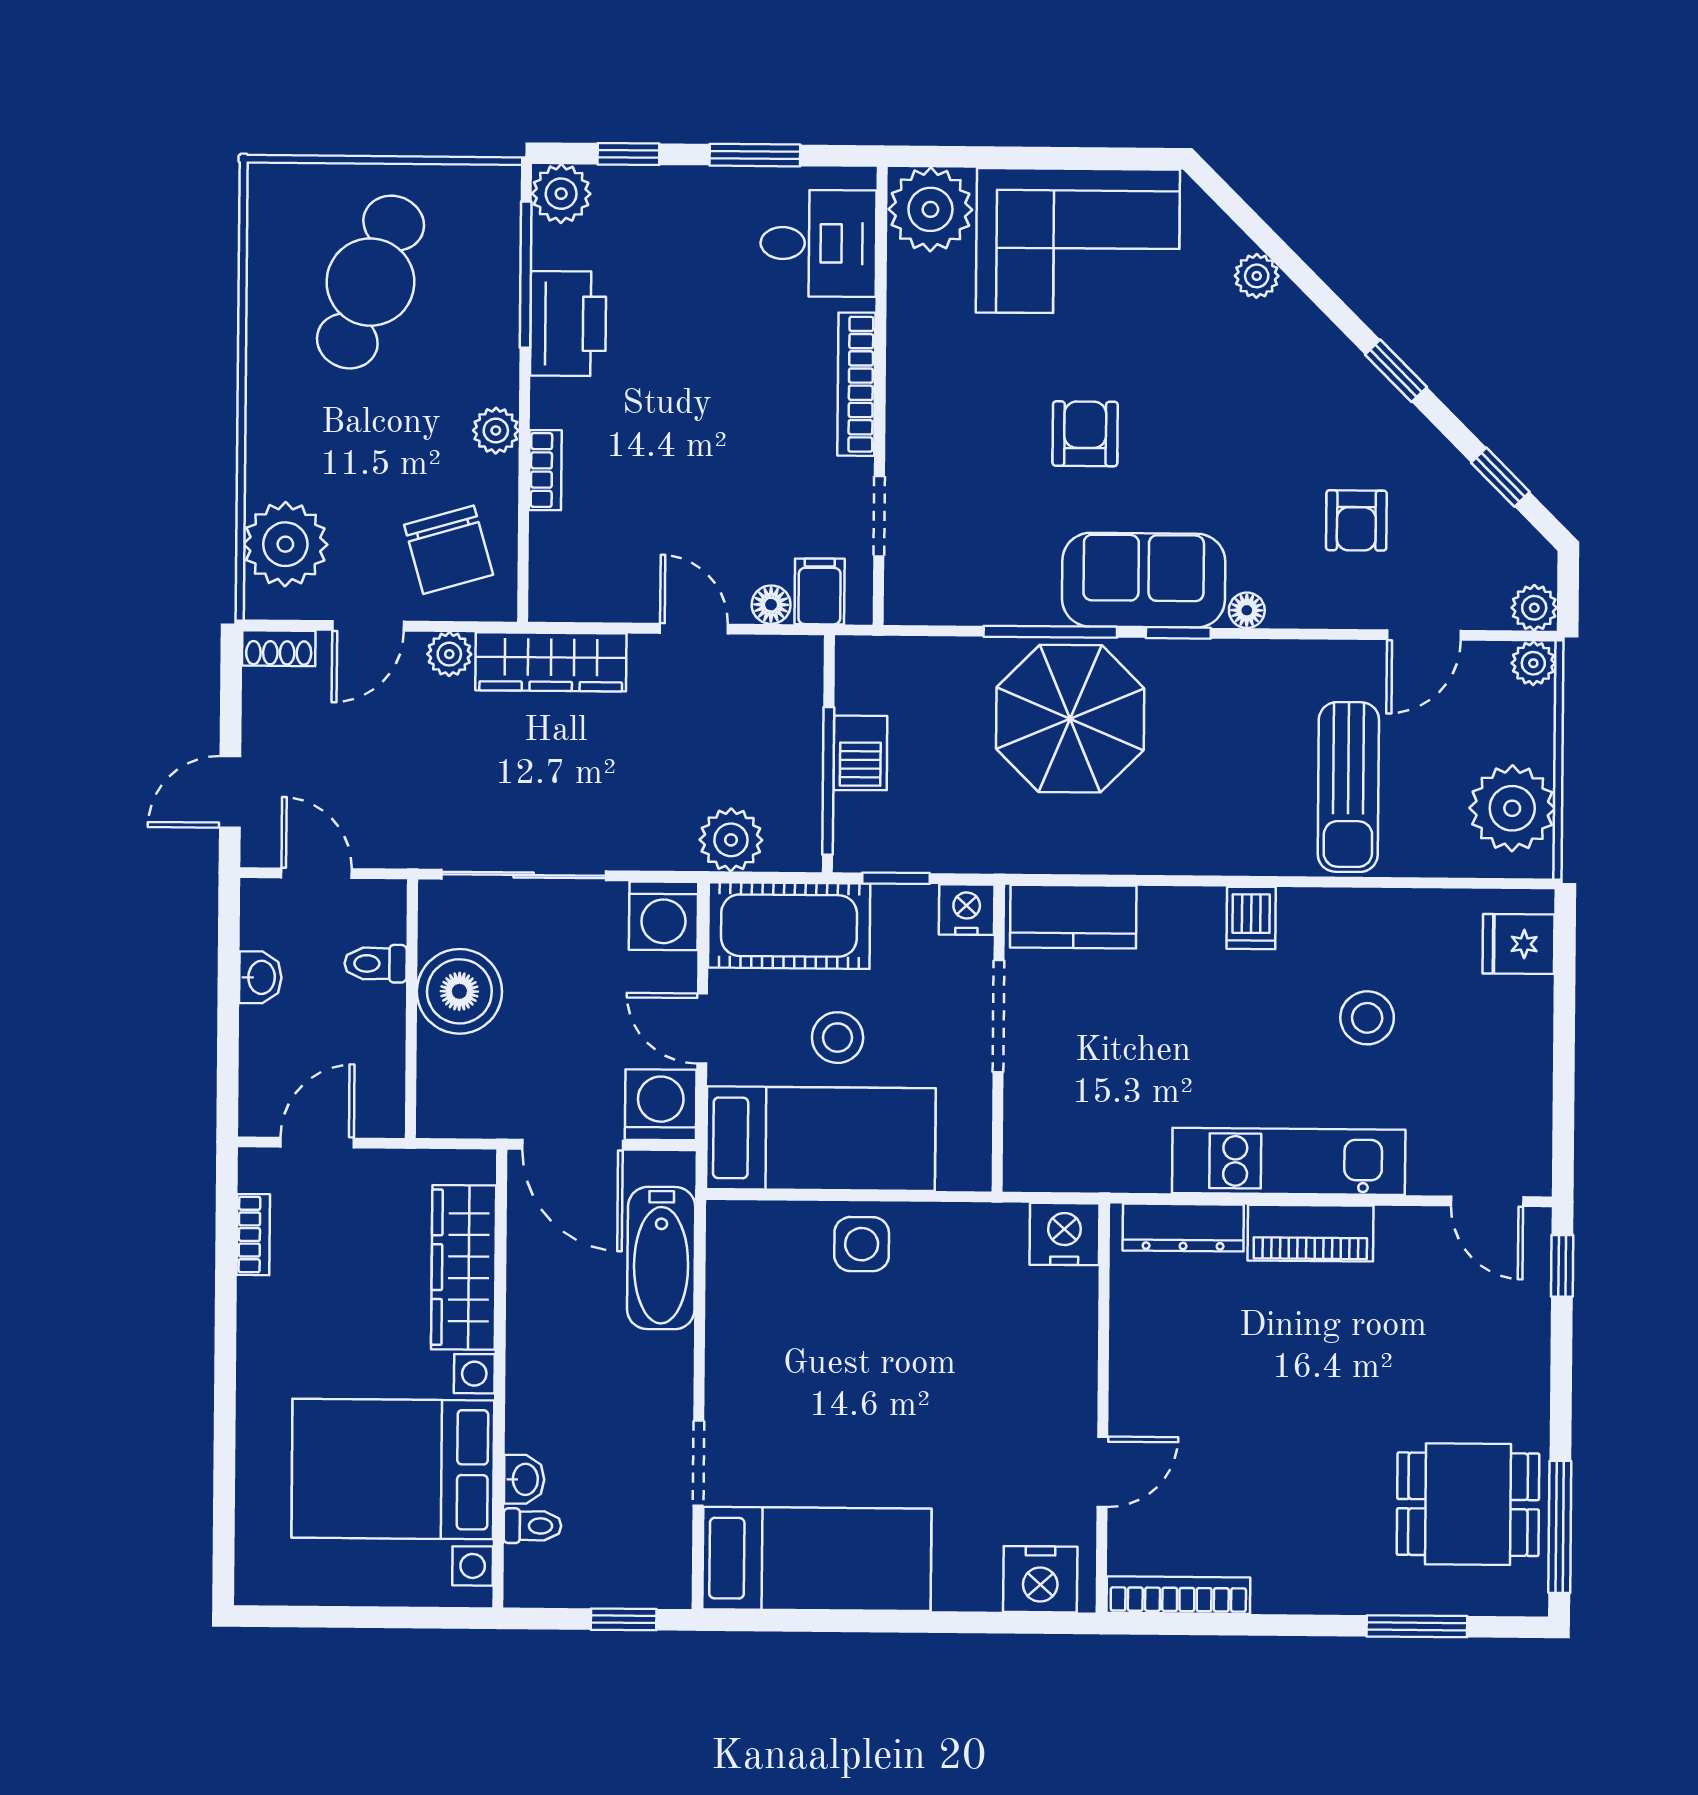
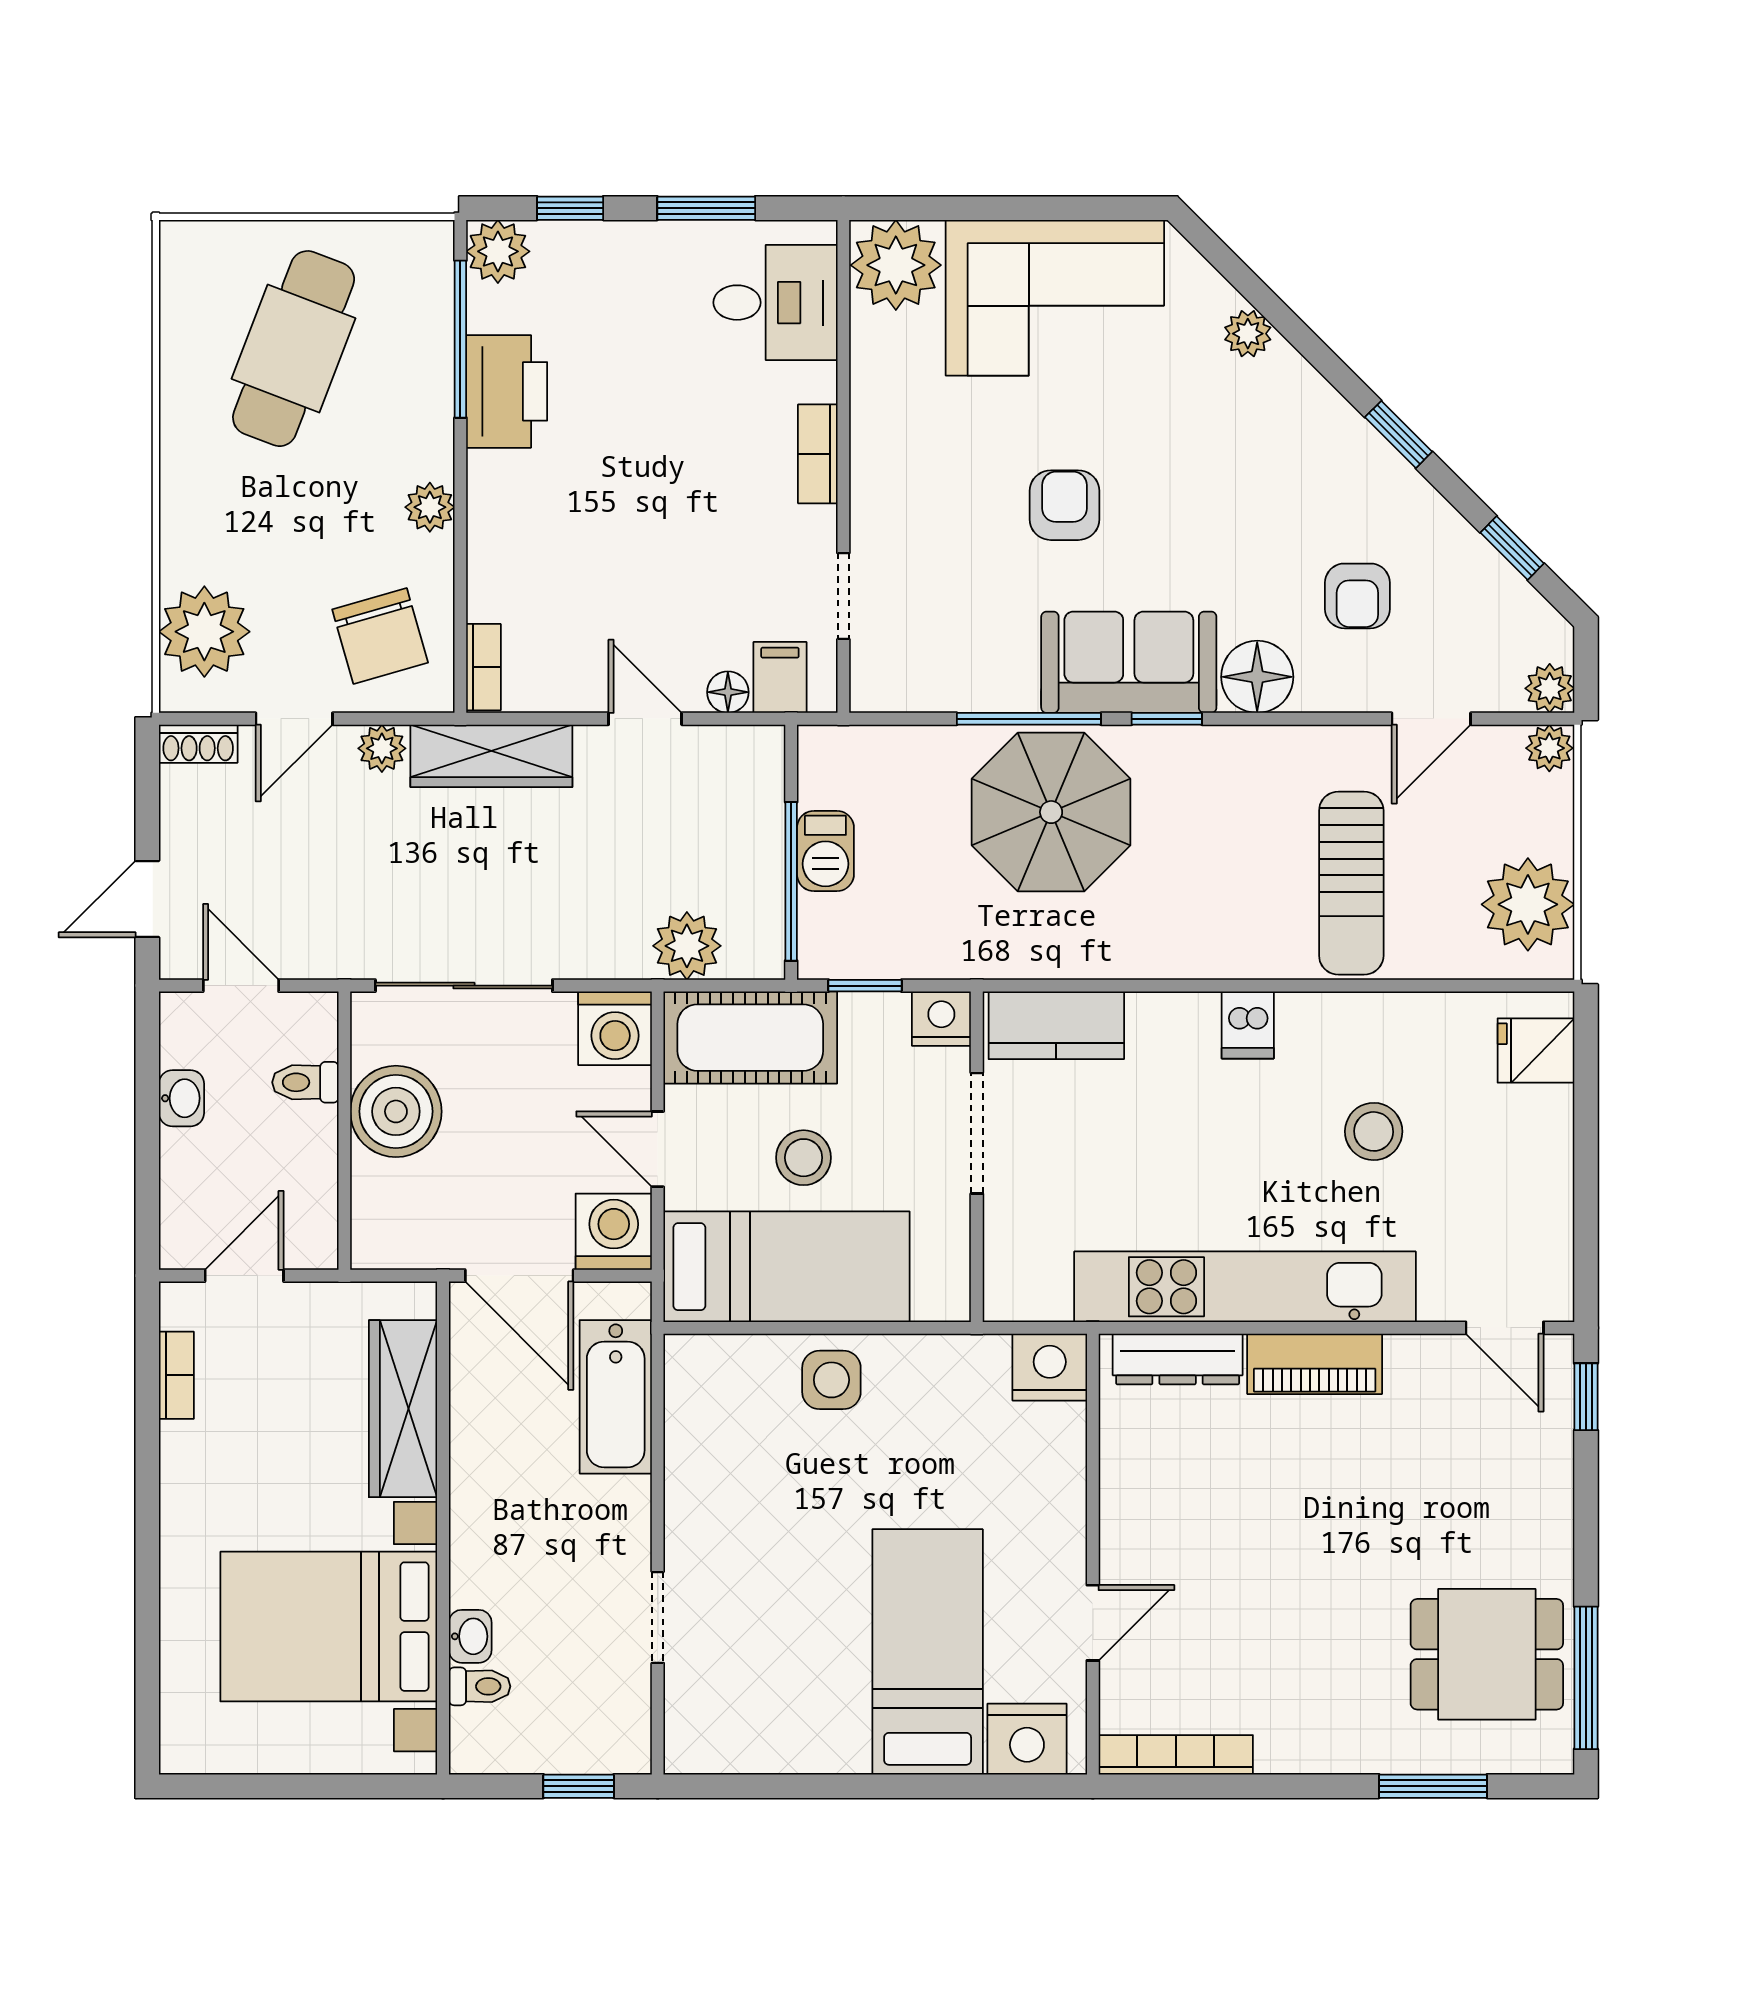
bookcase: (856, 384) -> (818, 454), width x0.64
bookcase: (545, 470) -> (484, 667), moved
floor lamp: (1247, 610) -> (1257, 677), width x1.89, depth x1.89
kitchen unit: (1289, 1161) -> (1245, 1287), width x1.36
bed: (817, 1559) -> (928, 1652), moved, turned -90

